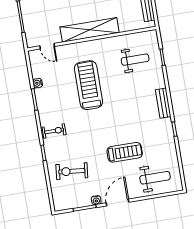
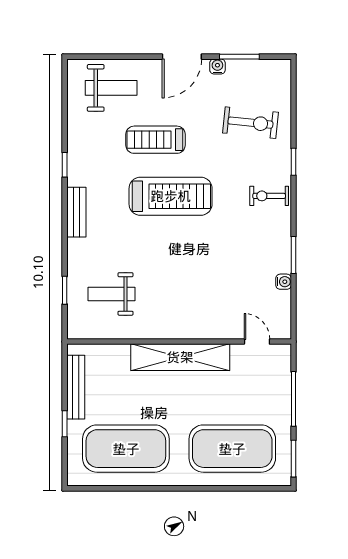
treadmill: (88, 85) -> (171, 196), moved, turned -90
weight bench: (155, 178) -> (111, 88), turned 180

